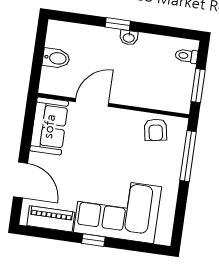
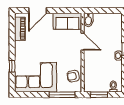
bidet: (56, 58) -> (88, 20), moved
corner sofa: (117, 210) -> (35, 77), moved, turned -90
window: (93, 240) -> (12, 66), moved

